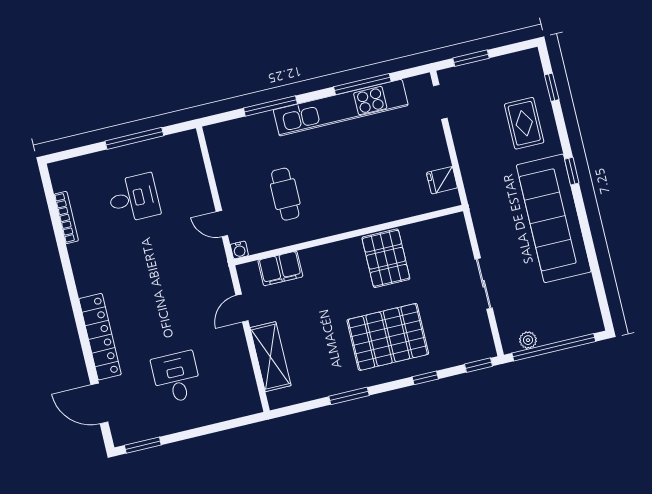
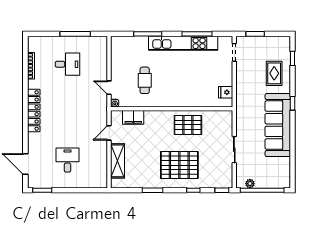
pallet: (386, 258) -> (188, 125), turned 90
locker: (100, 337) -> (34, 110), moved

